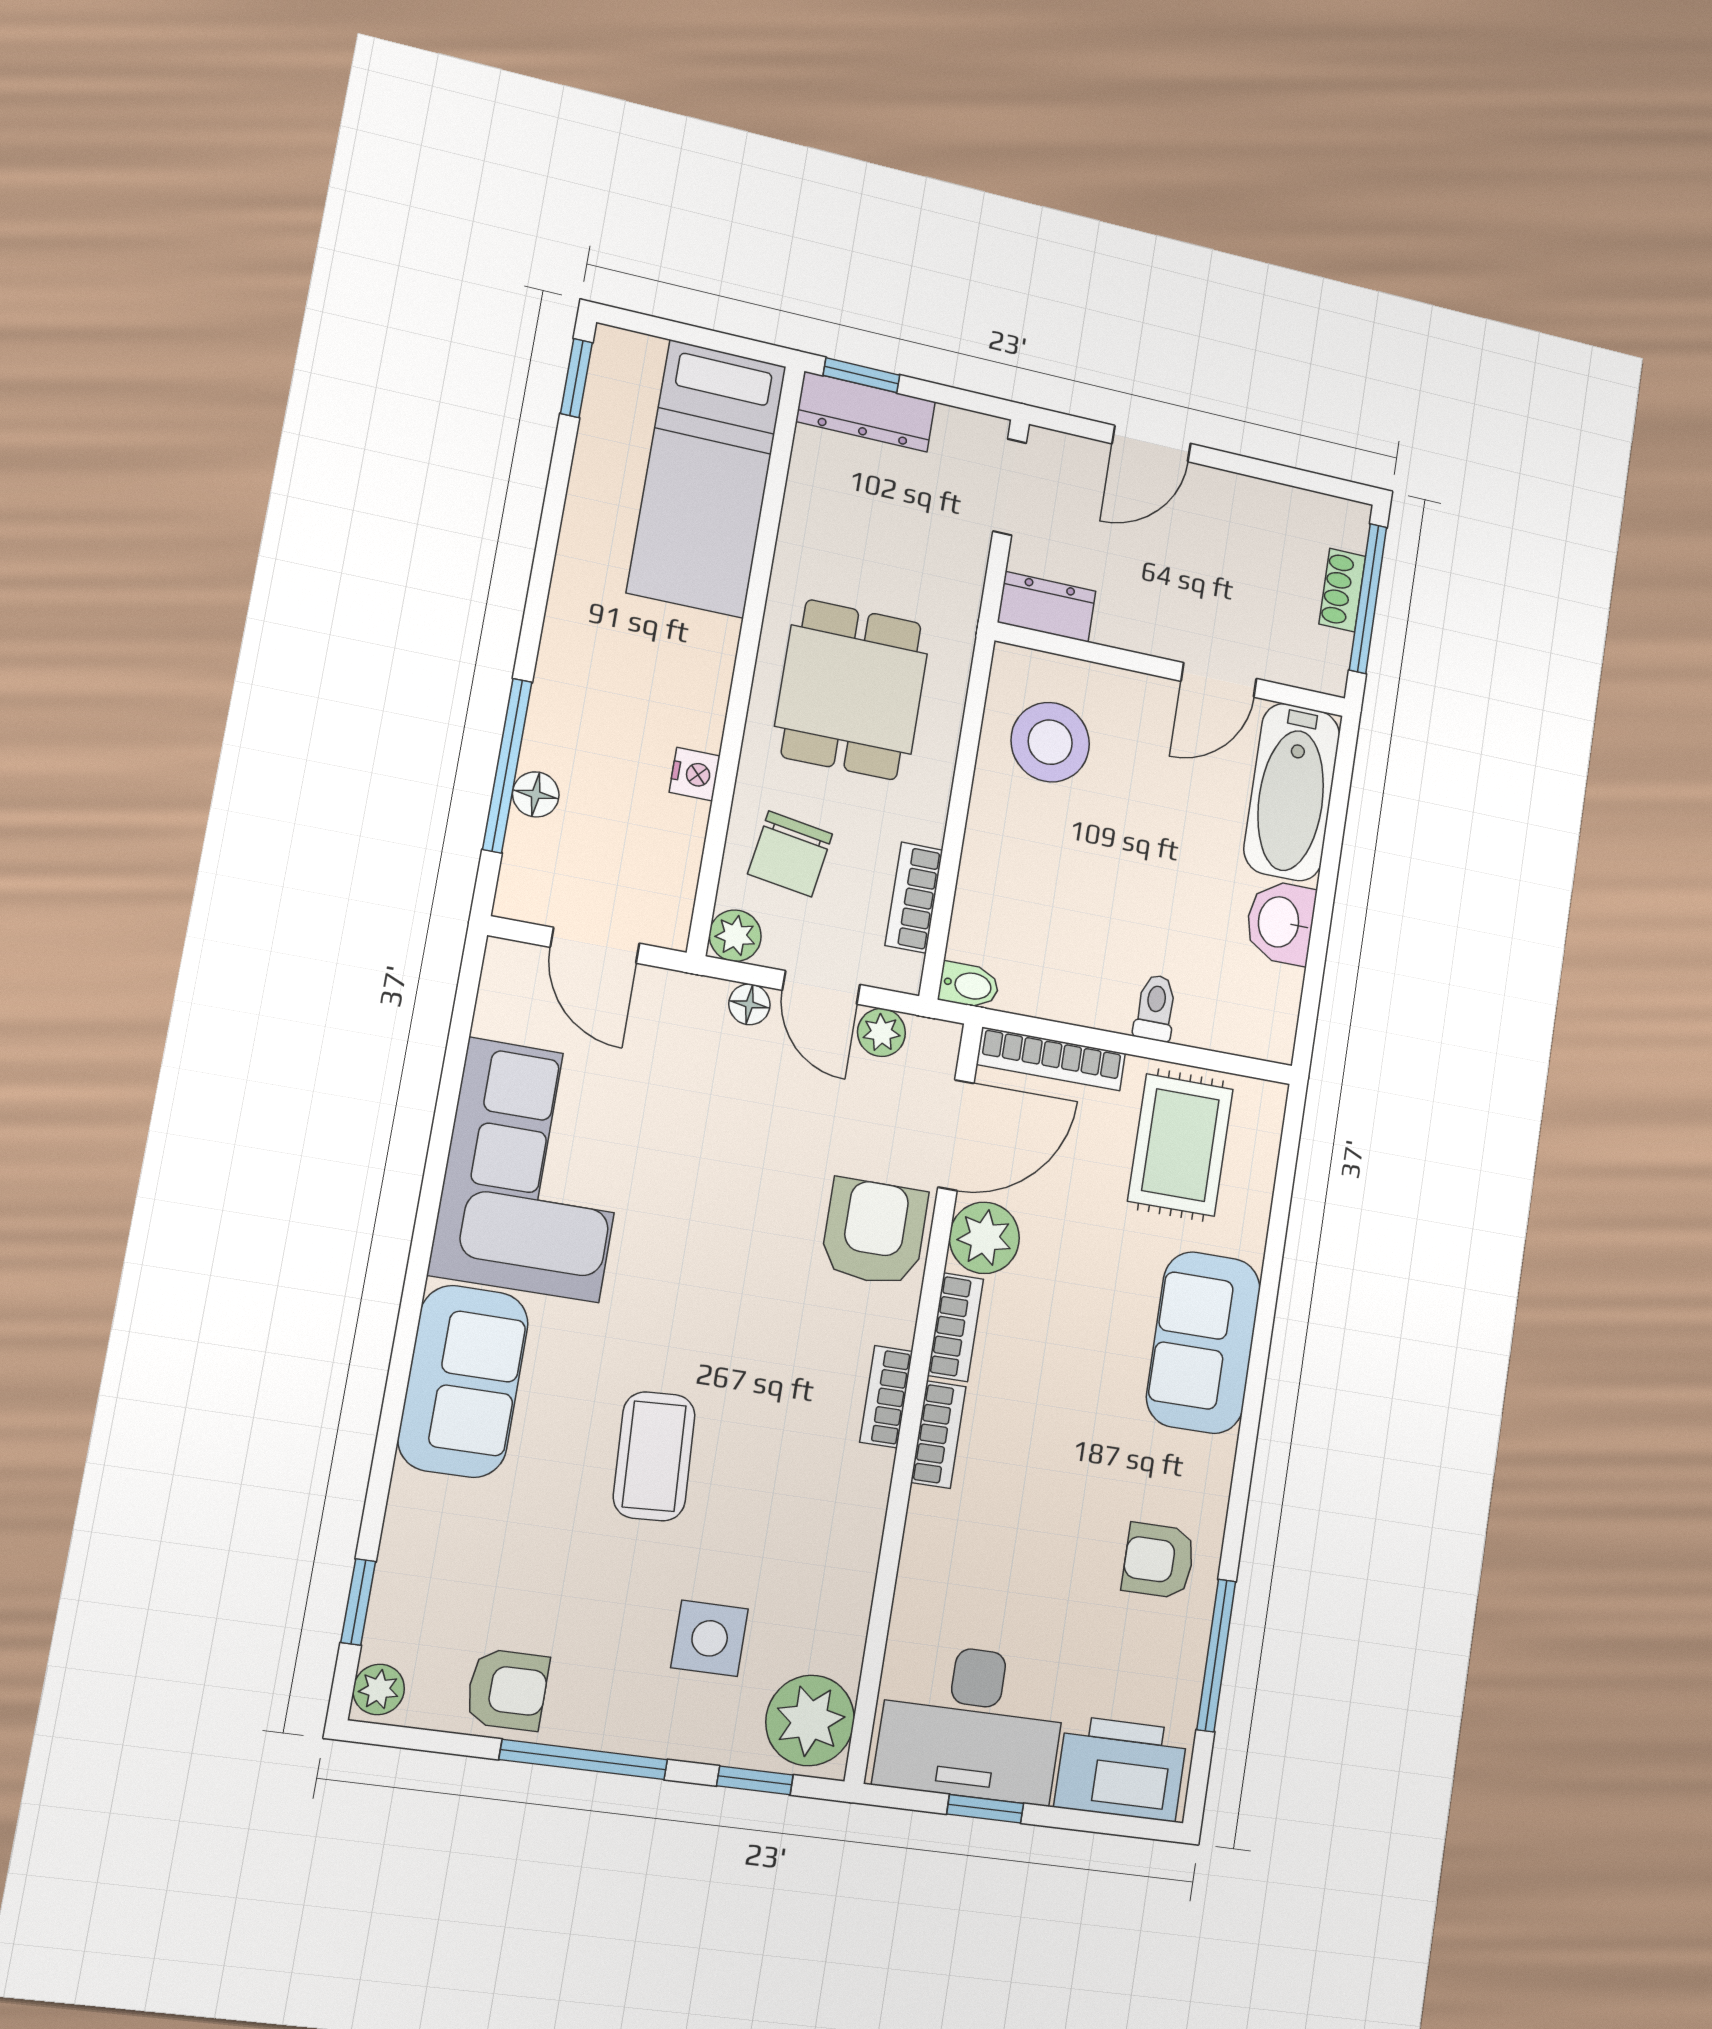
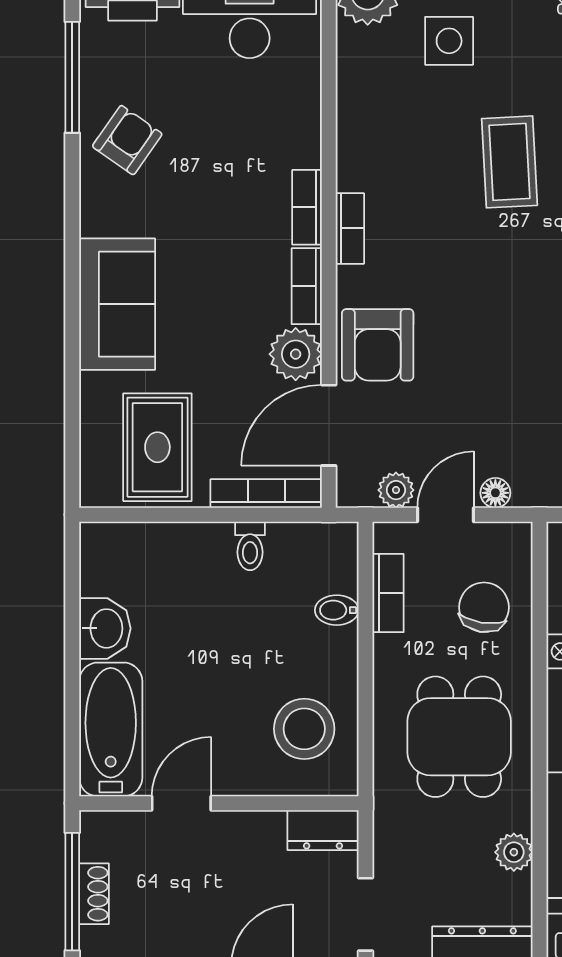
plant: (735, 936) -> (514, 852), moved
bidet: (969, 985) -> (337, 610), moved
door: (821, 987) -> (445, 515), hinge flipped
toilet: (1155, 1008) -> (250, 546), moved
armchair: (1159, 1561) -> (127, 140), turned -55

